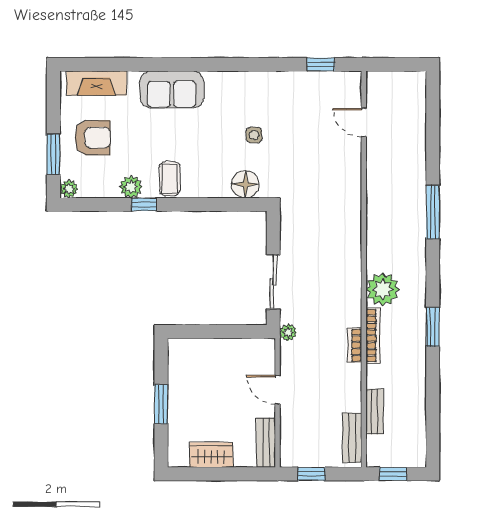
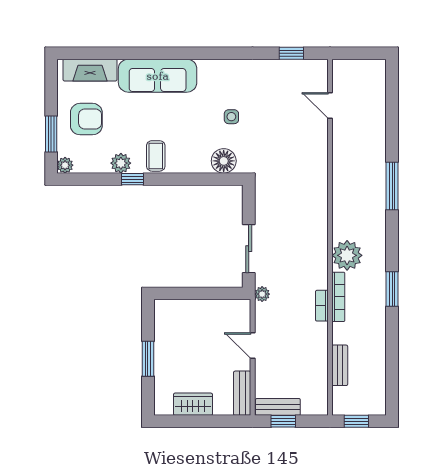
sofa: (172, 89) -> (158, 76), width x1.36
bench: (352, 438) -> (278, 407), moved, turned 90

